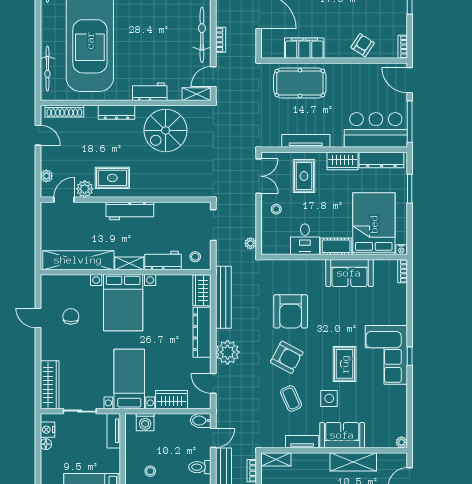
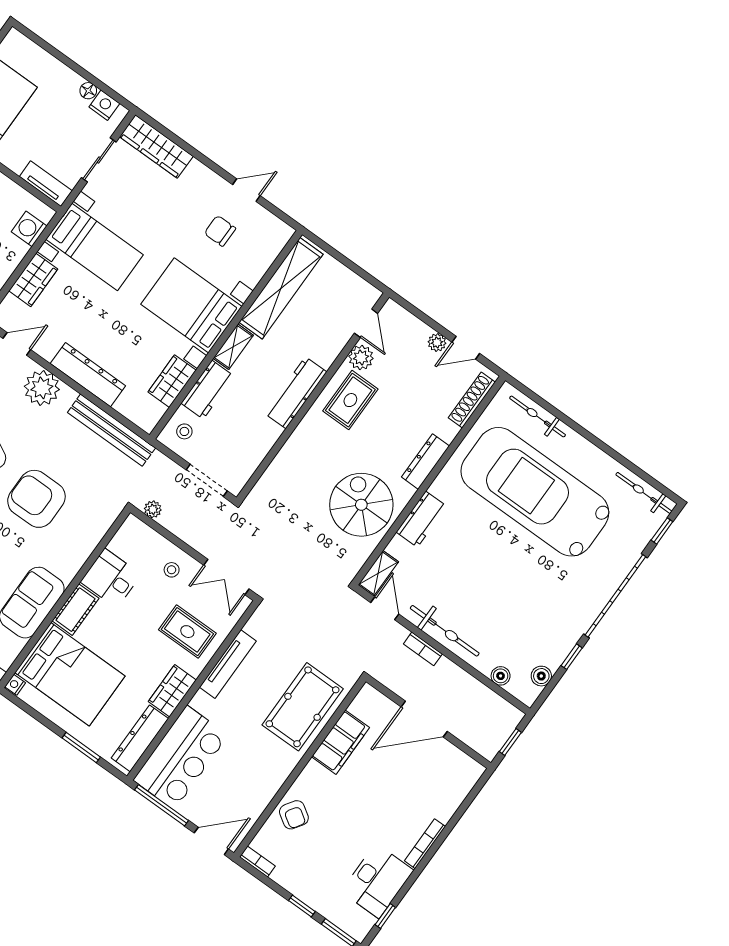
plant: (46, 176) -> (437, 342), moved
wardrobe: (202, 290) -> (172, 381), moved, turned -90
chair: (71, 316) -> (220, 231), turned 180

